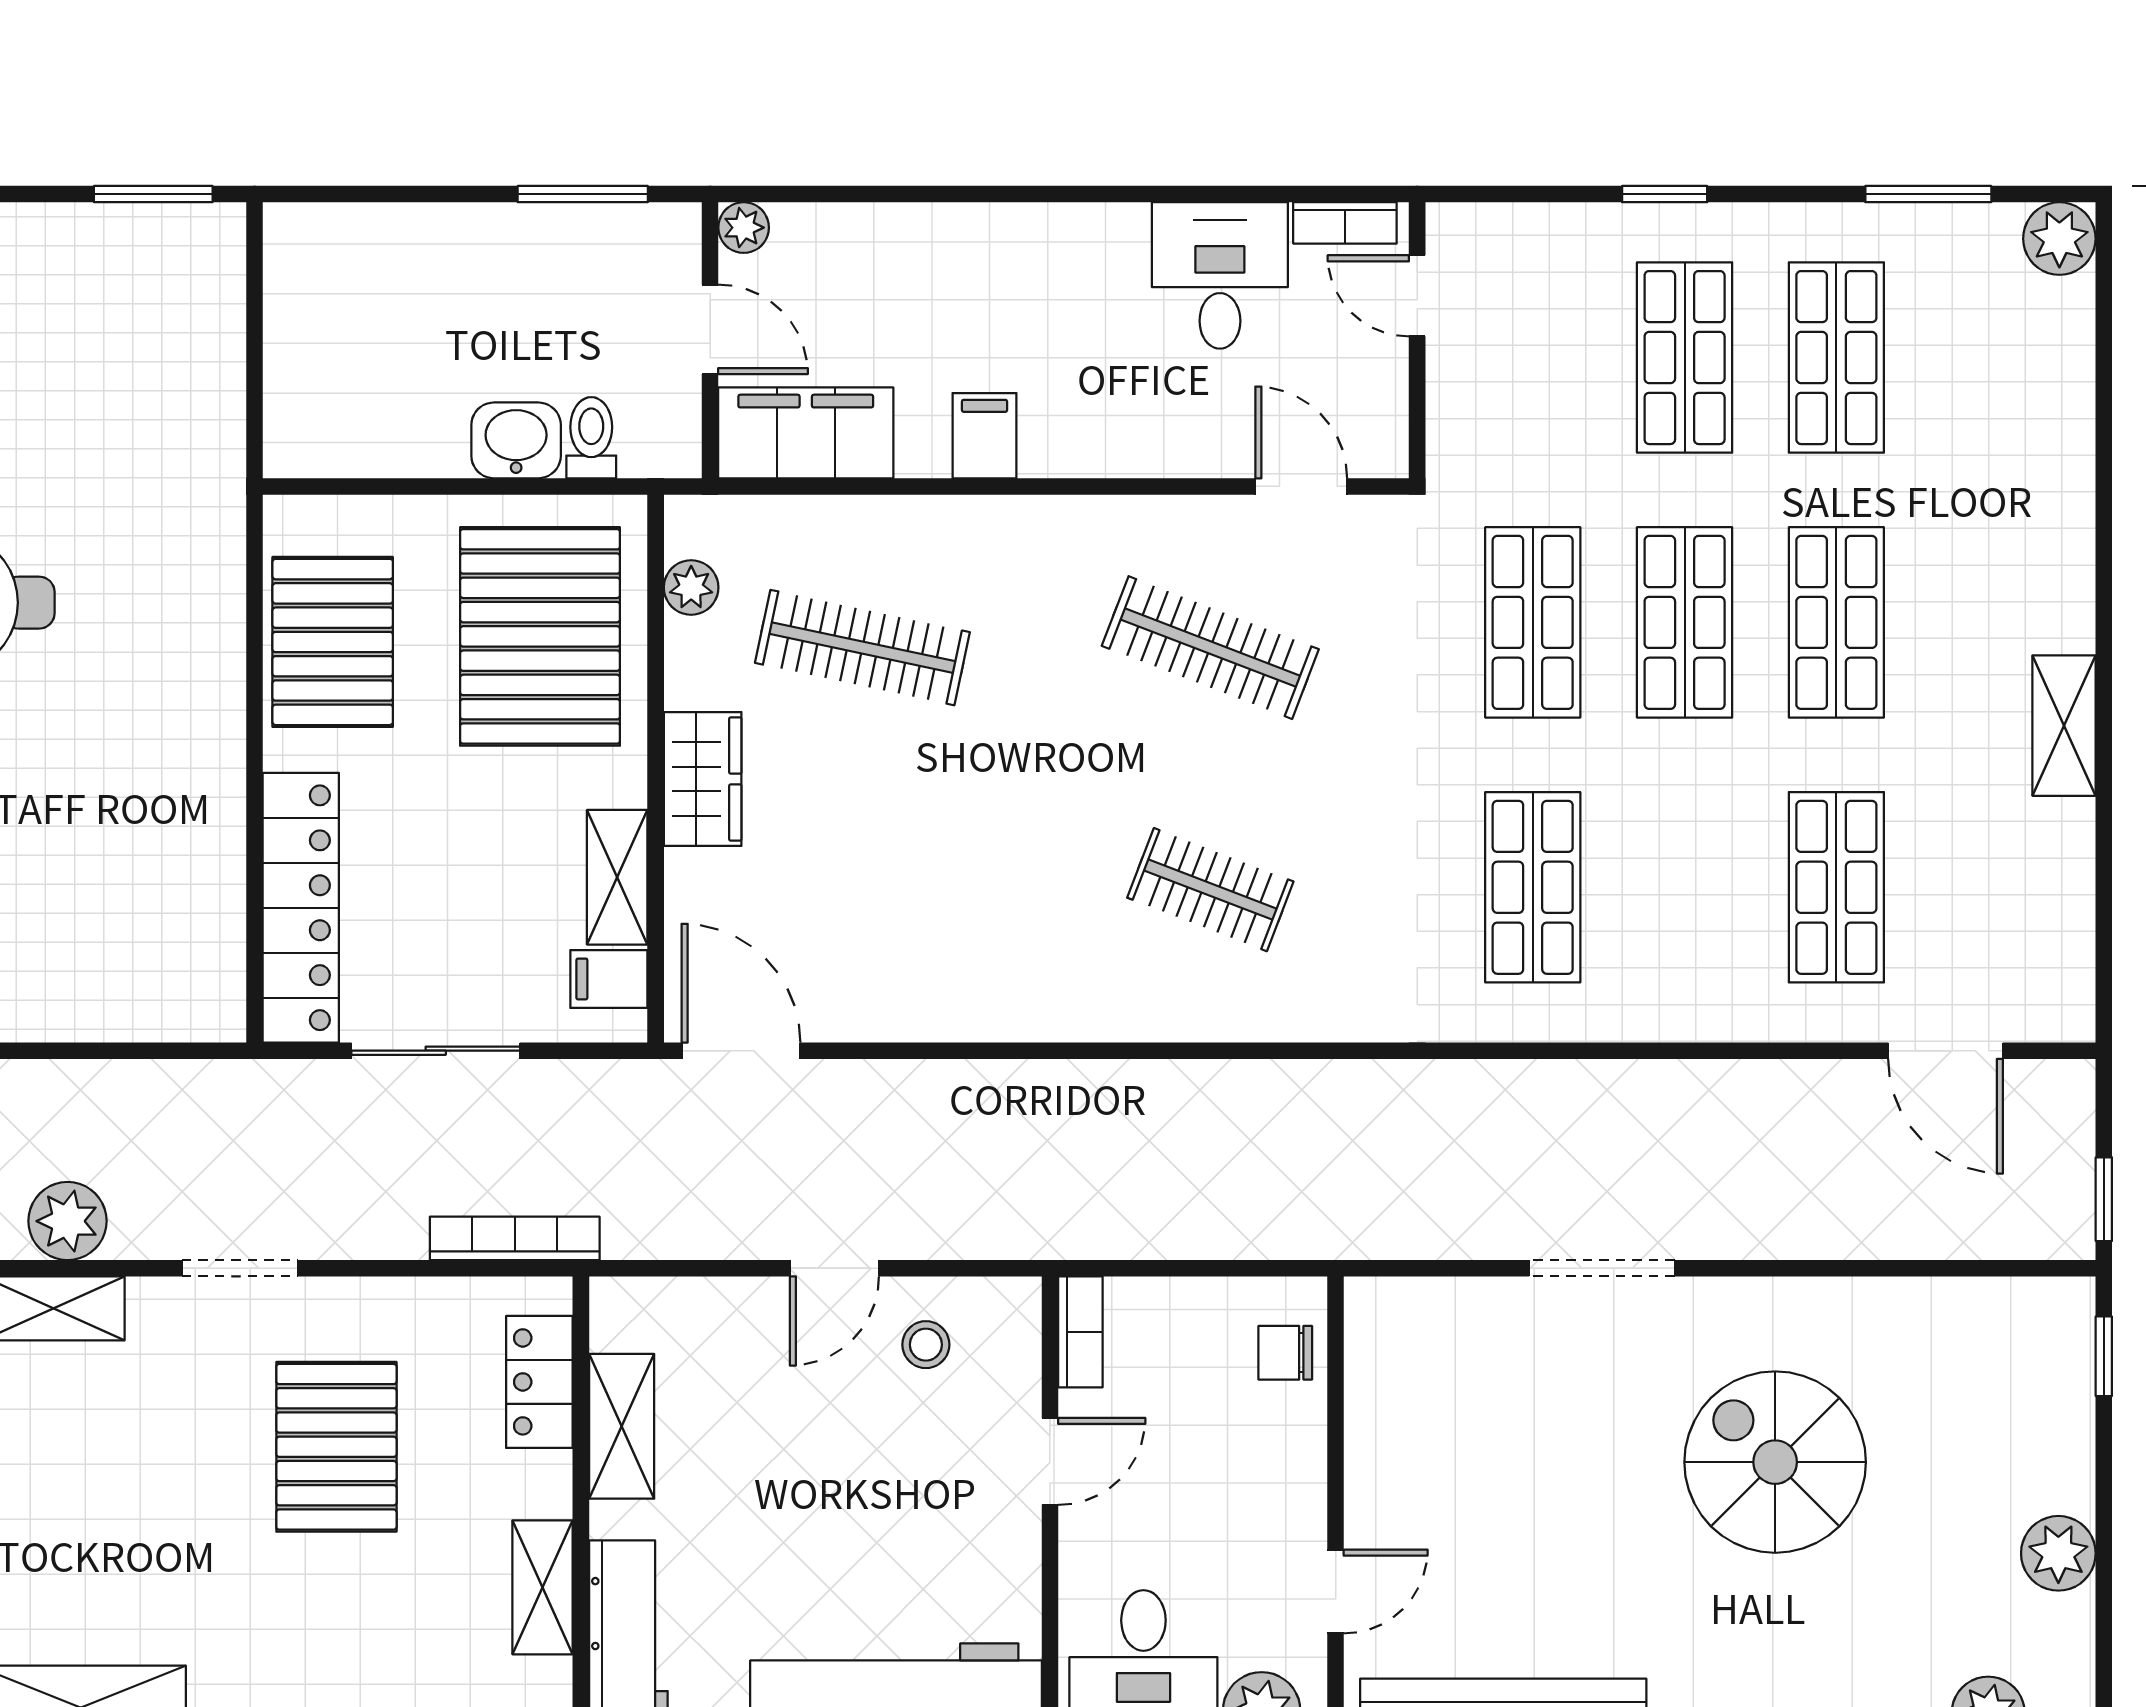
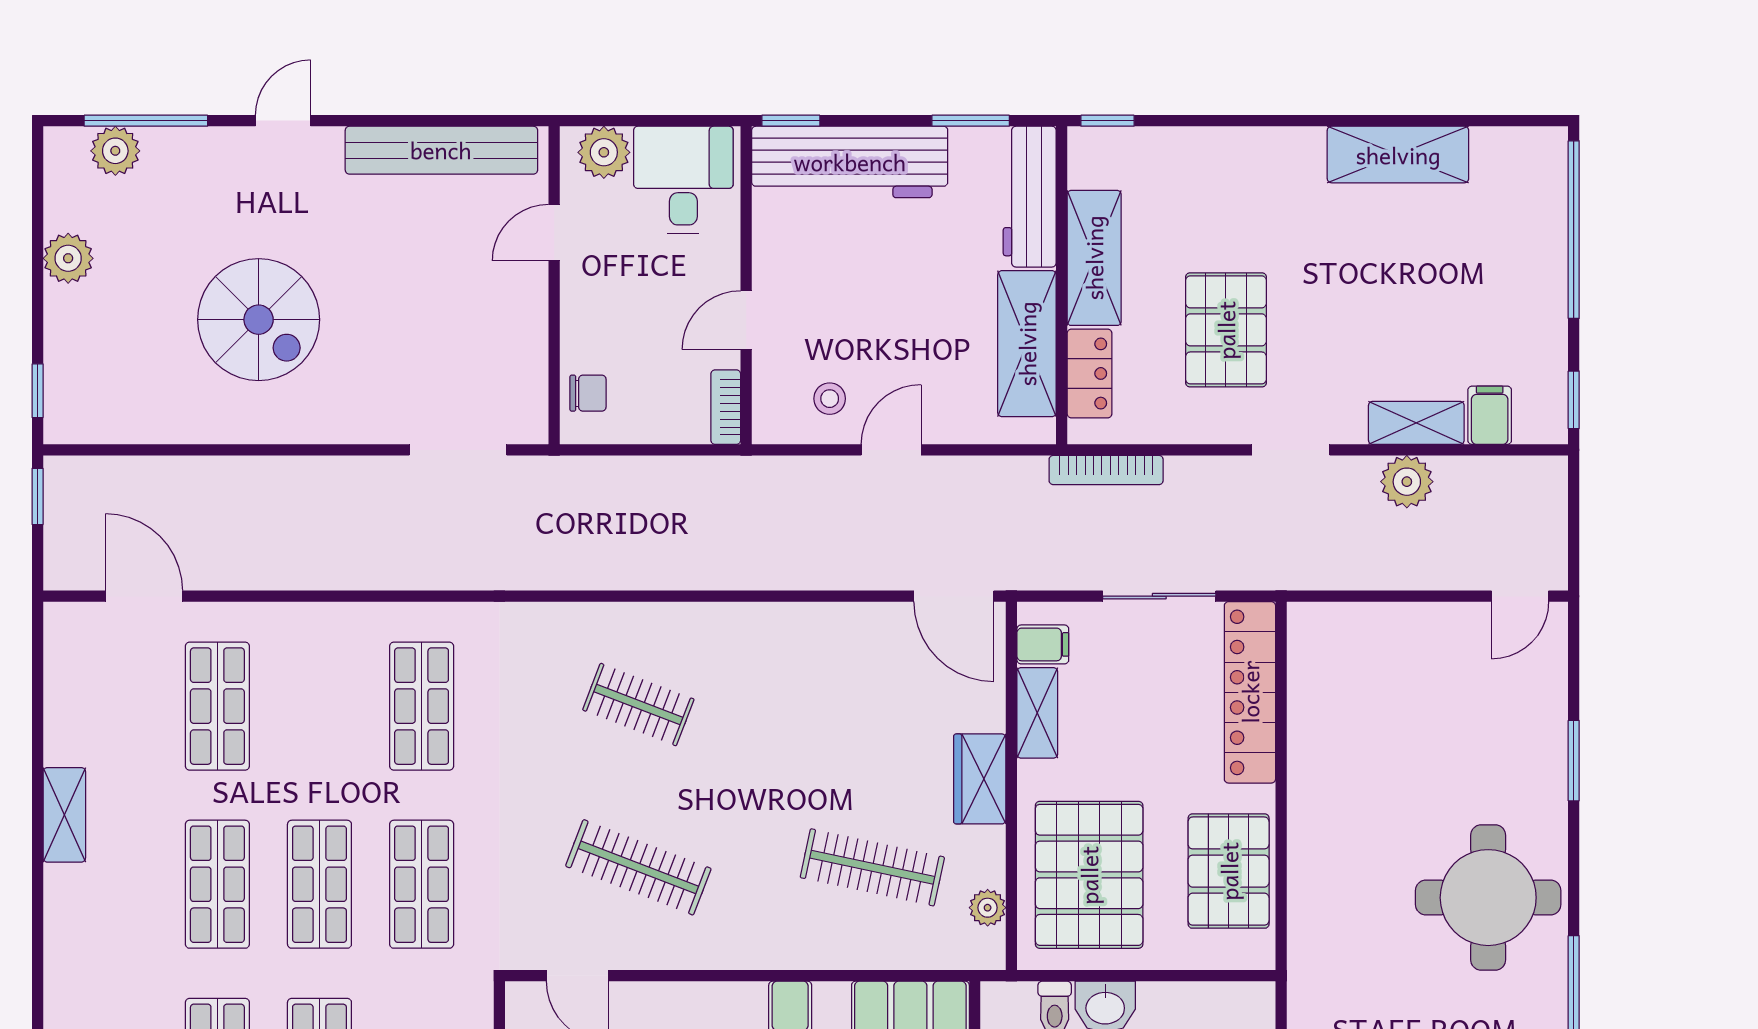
doorway: (1602, 1268) -> (458, 450), moved
shelving: (622, 1426) -> (1027, 344), width x1.50, depth x1.33
shelving: (543, 1587) -> (1094, 258), width x1.50, depth x1.33

